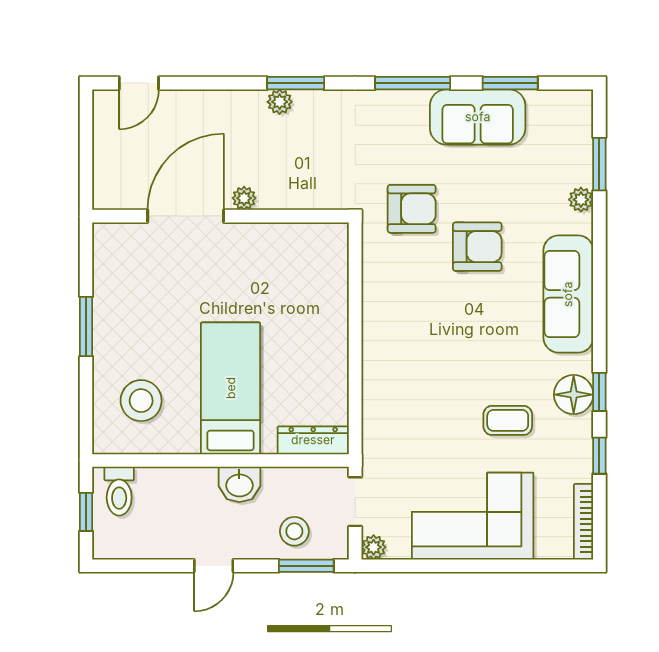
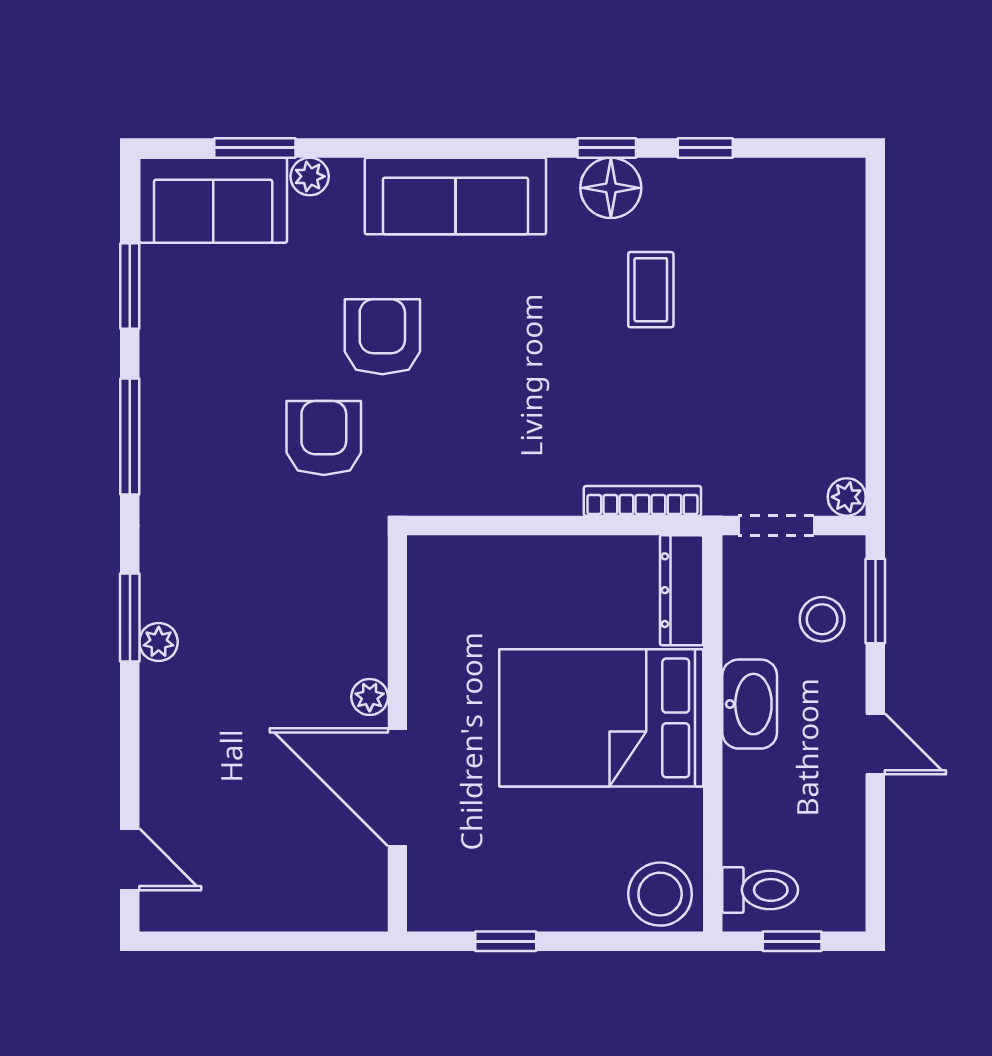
sofa: (478, 117) -> (213, 200), moved, turned 90
plant: (244, 198) -> (370, 697), moved
door: (186, 216) -> (397, 787), moved
wall: (221, 216) -> (397, 733), moved
window: (86, 327) -> (506, 941), width x0.67
bed: (231, 388) -> (601, 718), width x1.50
stool: (141, 401) -> (660, 894), moved
washbasin: (239, 484) -> (750, 704), width x1.38
corner sofa: (473, 516) -> (799, 344), removed
bookcase: (584, 522) -> (642, 501), moved, turned 180

